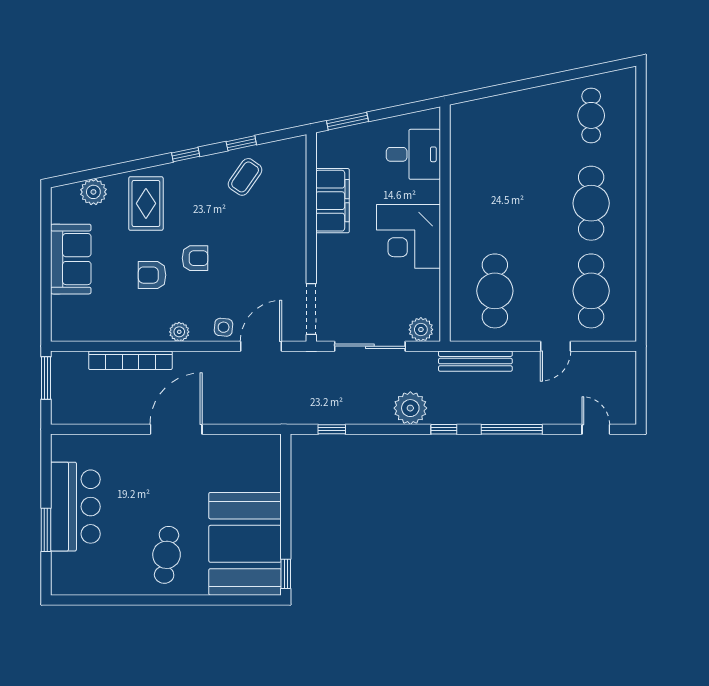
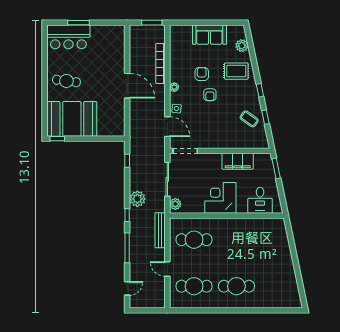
cafe table: (591, 115) -> (279, 286), removed
bar counter: (75, 507) -> (68, 37), moved

